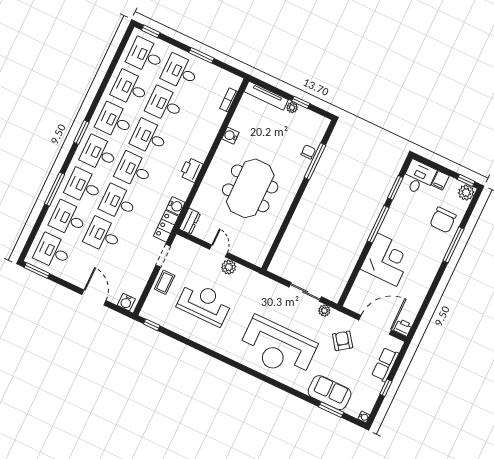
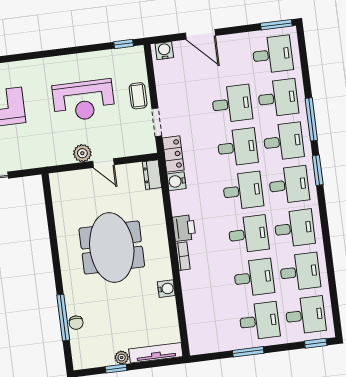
bookcase: (229, 100) -> (183, 256), moved
window: (81, 132) -> (318, 170), moved

